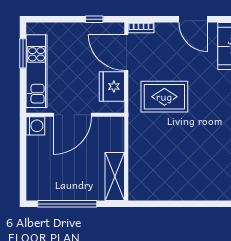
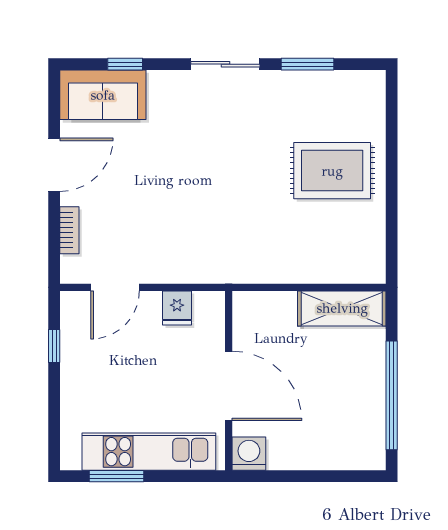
bookcase: (141, 28) -> (69, 230), moved
door: (126, 53) -> (115, 287), width x0.73
fridge: (112, 86) -> (177, 308), width x0.53, depth x0.75
rug: (164, 97) -> (332, 171), moved, turned 90

